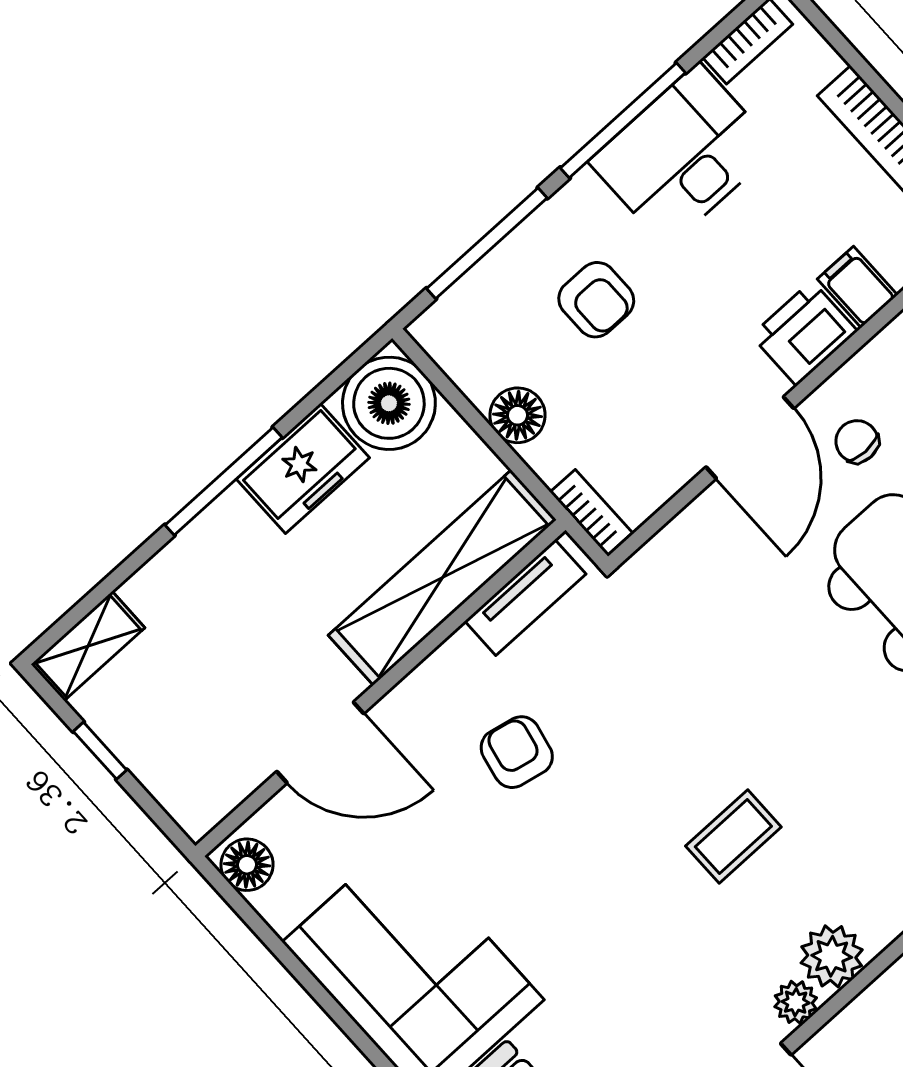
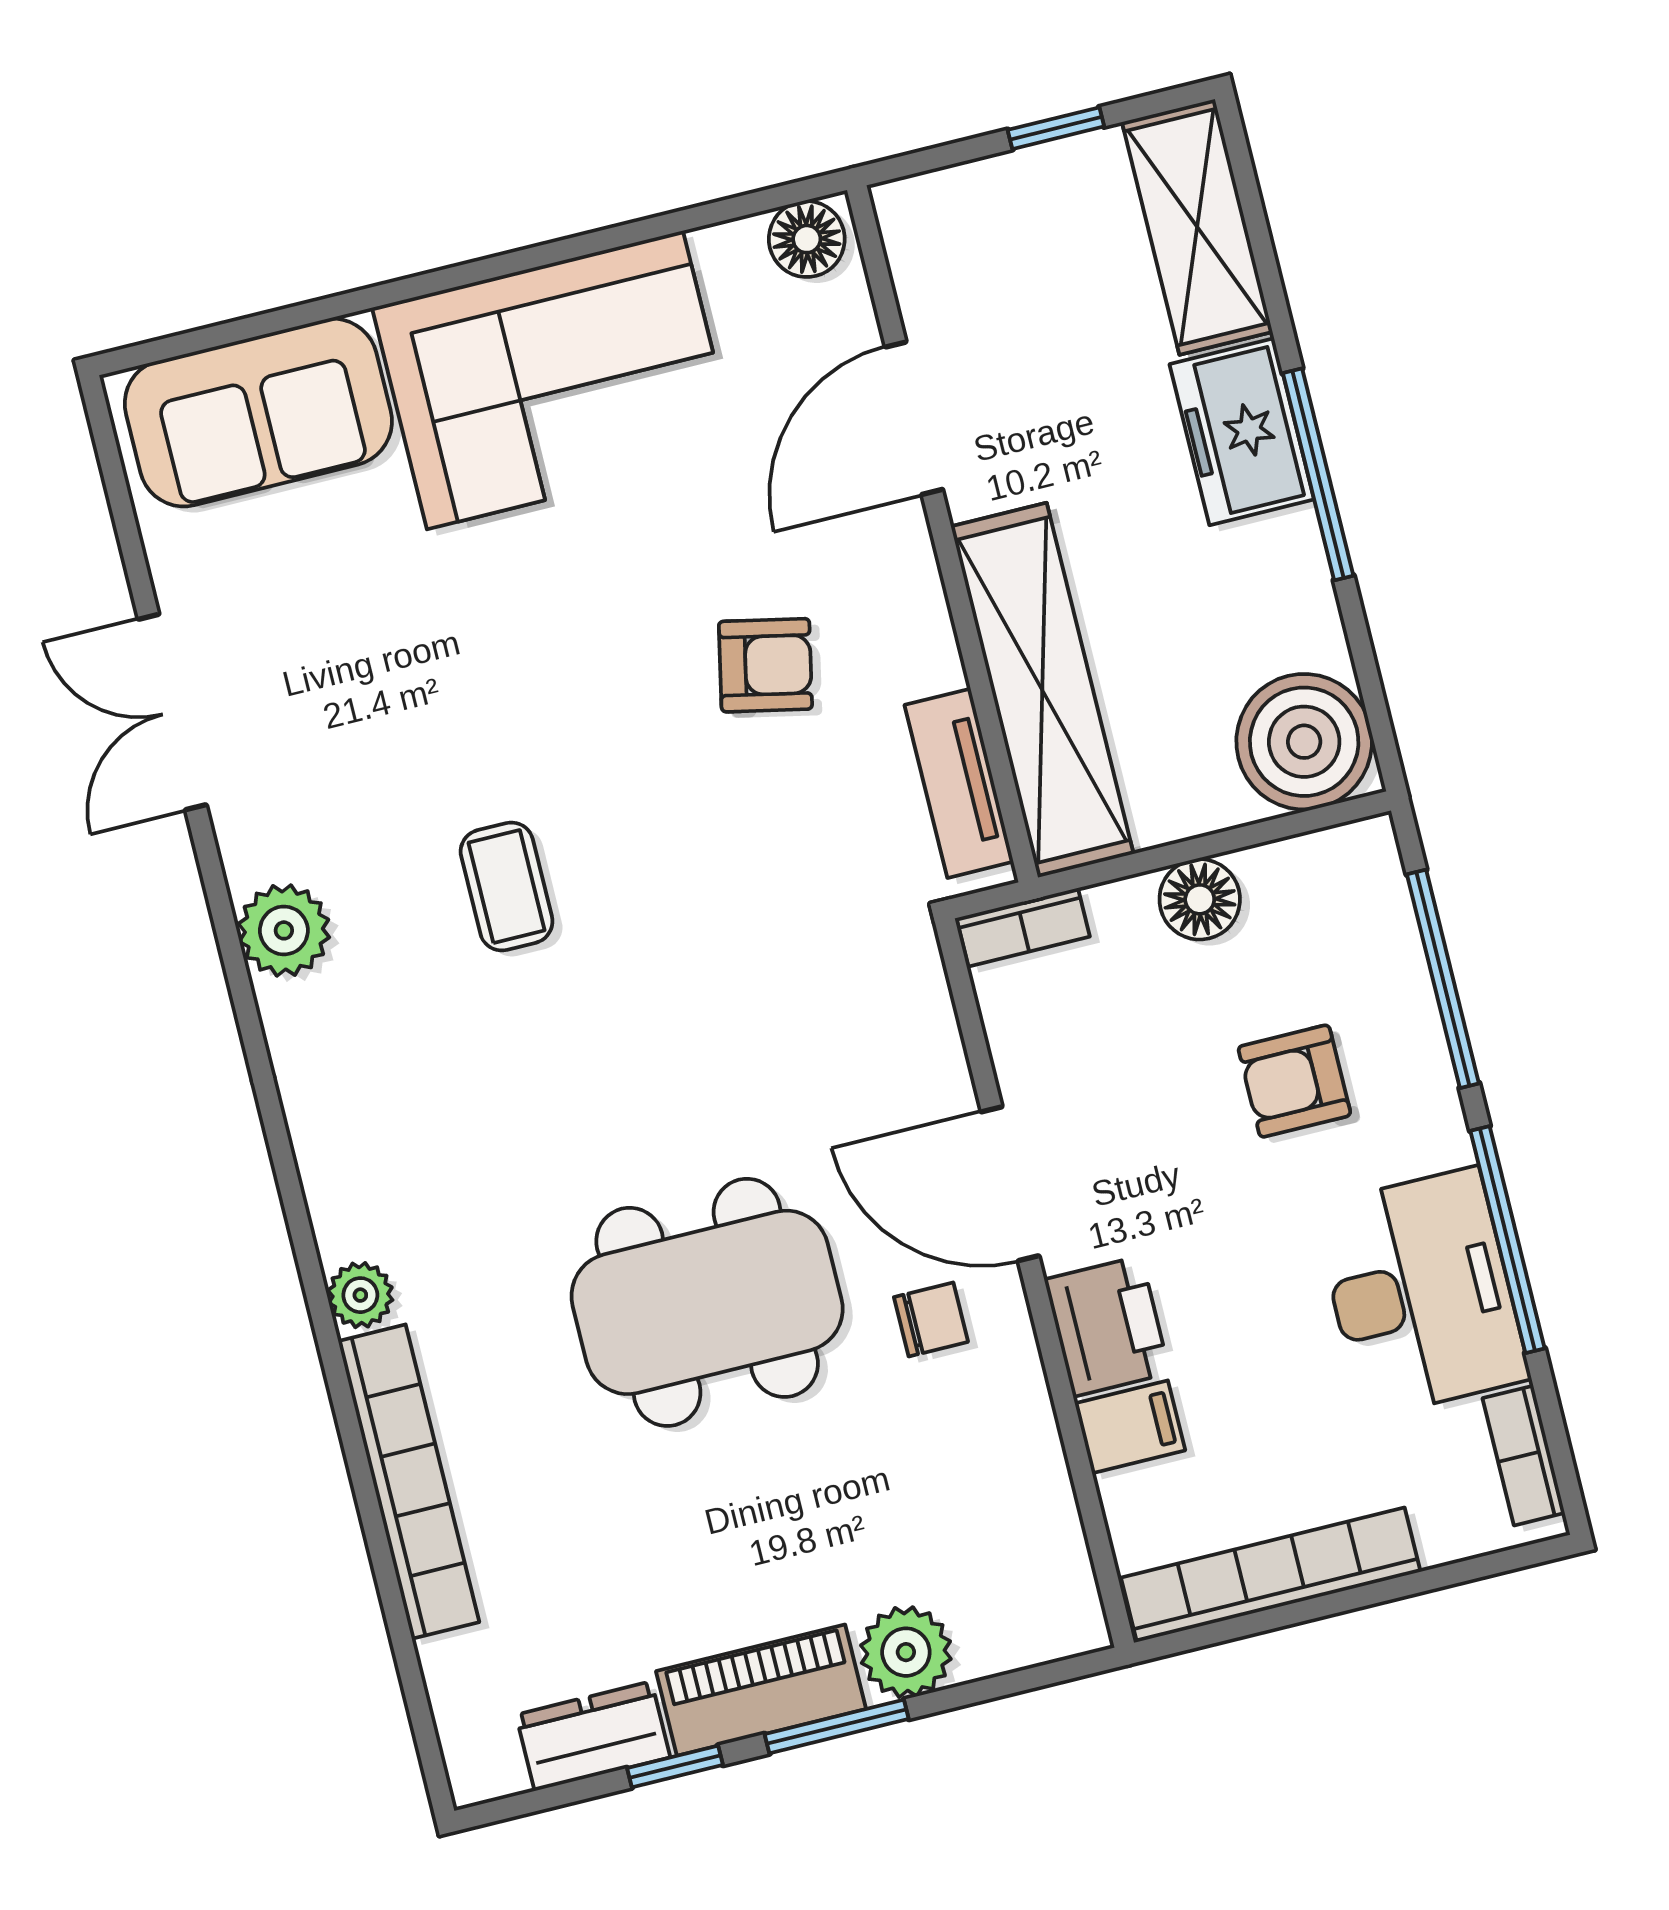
freezer: (303, 468) -> (1242, 432), moved
shelving: (88, 646) -> (1197, 227), width x1.50, depth x1.33
plant: (796, 1002) -> (250, 852), removed

